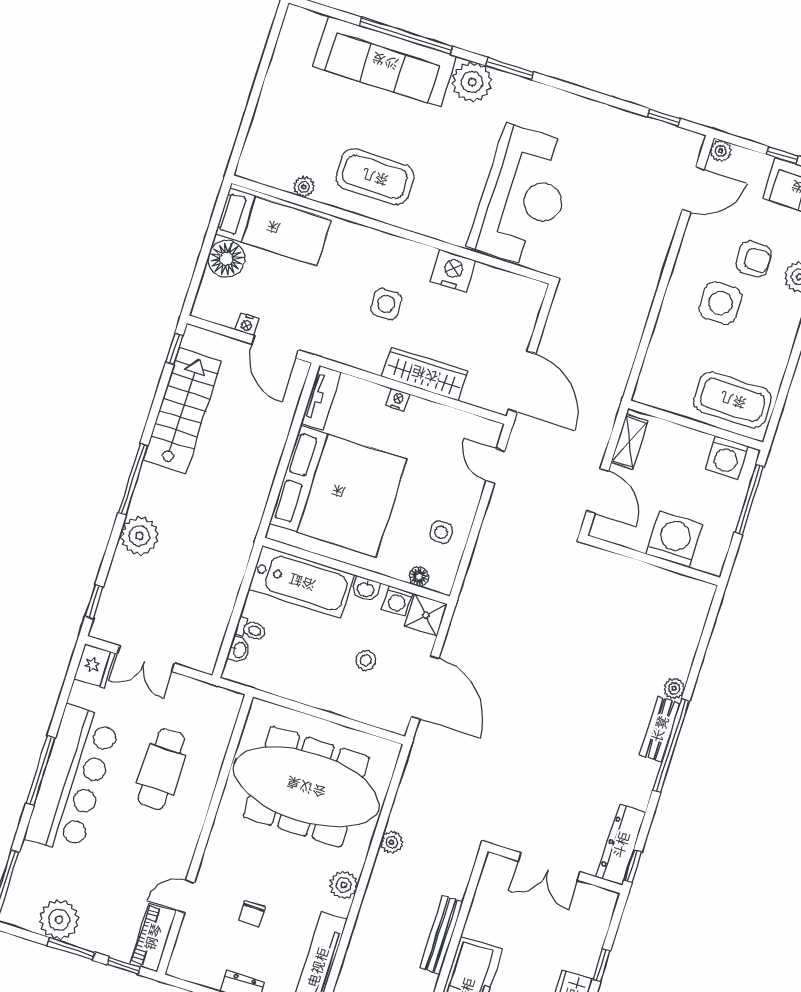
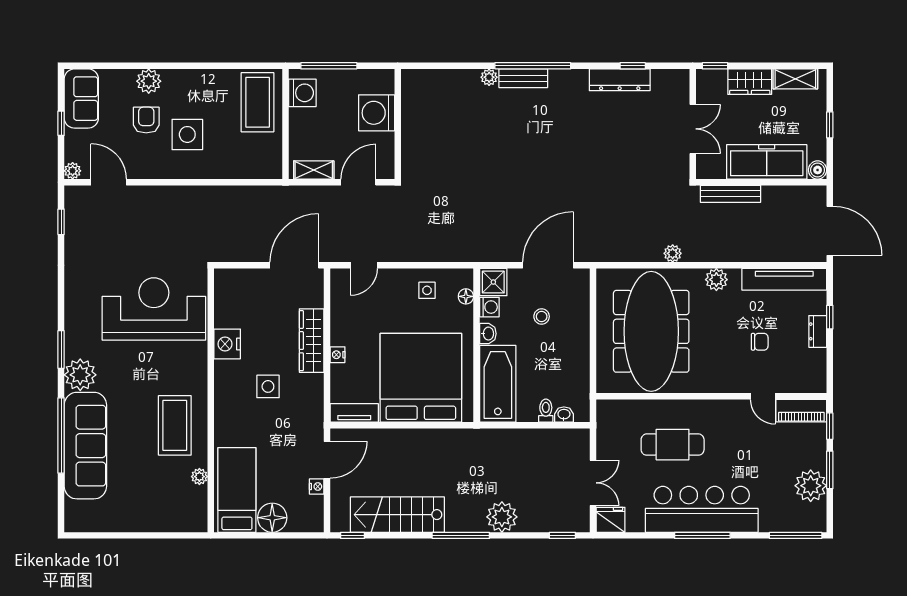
double door: (549, 866) -> (693, 129), moved
wall: (555, 868) -> (693, 124), moved

